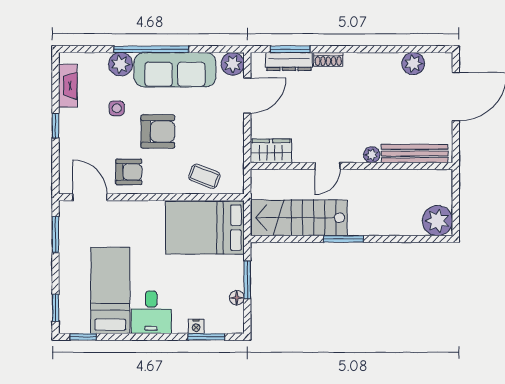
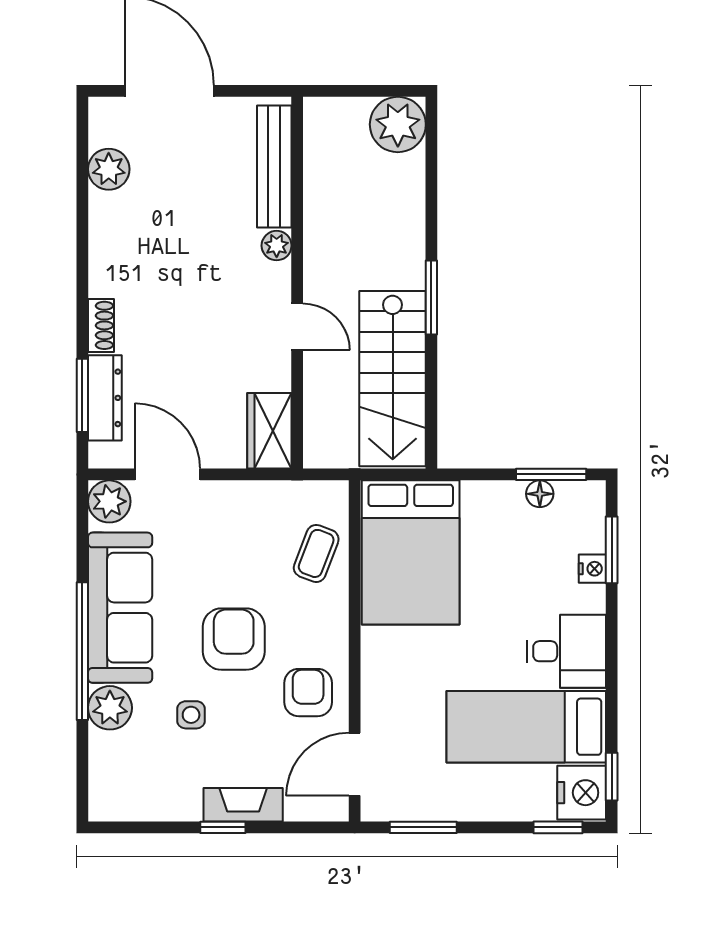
fireplace: (68, 86) -> (243, 805), moved
window: (247, 280) -> (551, 474), moved
nightstand: (74, 321) -> (582, 793), added

